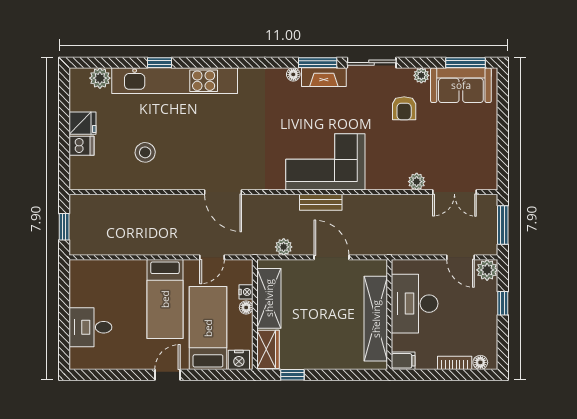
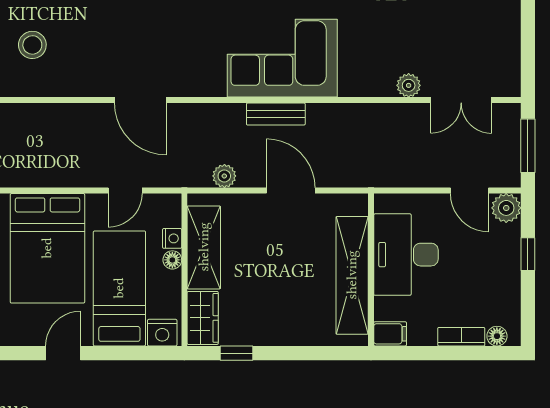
bed: (165, 299) -> (47, 248), width x1.50

